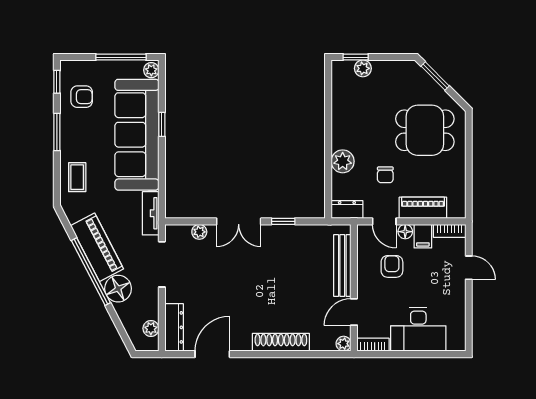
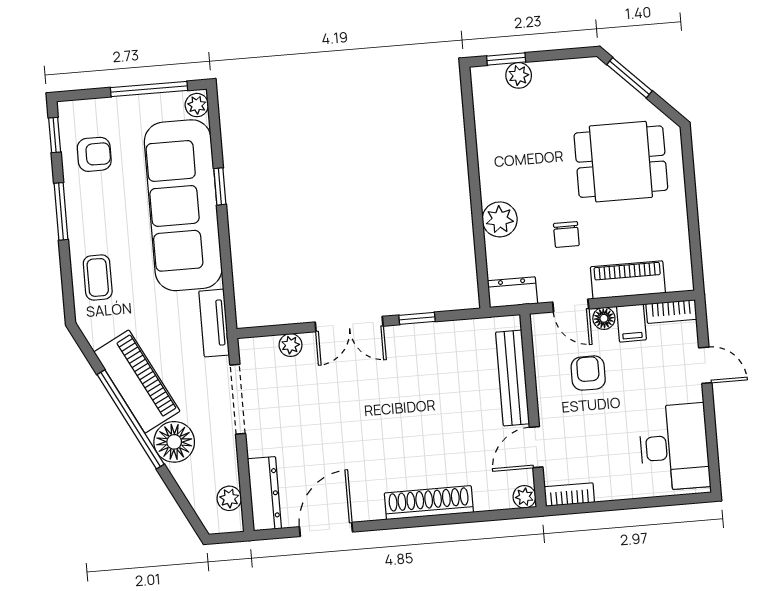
desk: (418, 329) -> (674, 447), moved, turned -90

